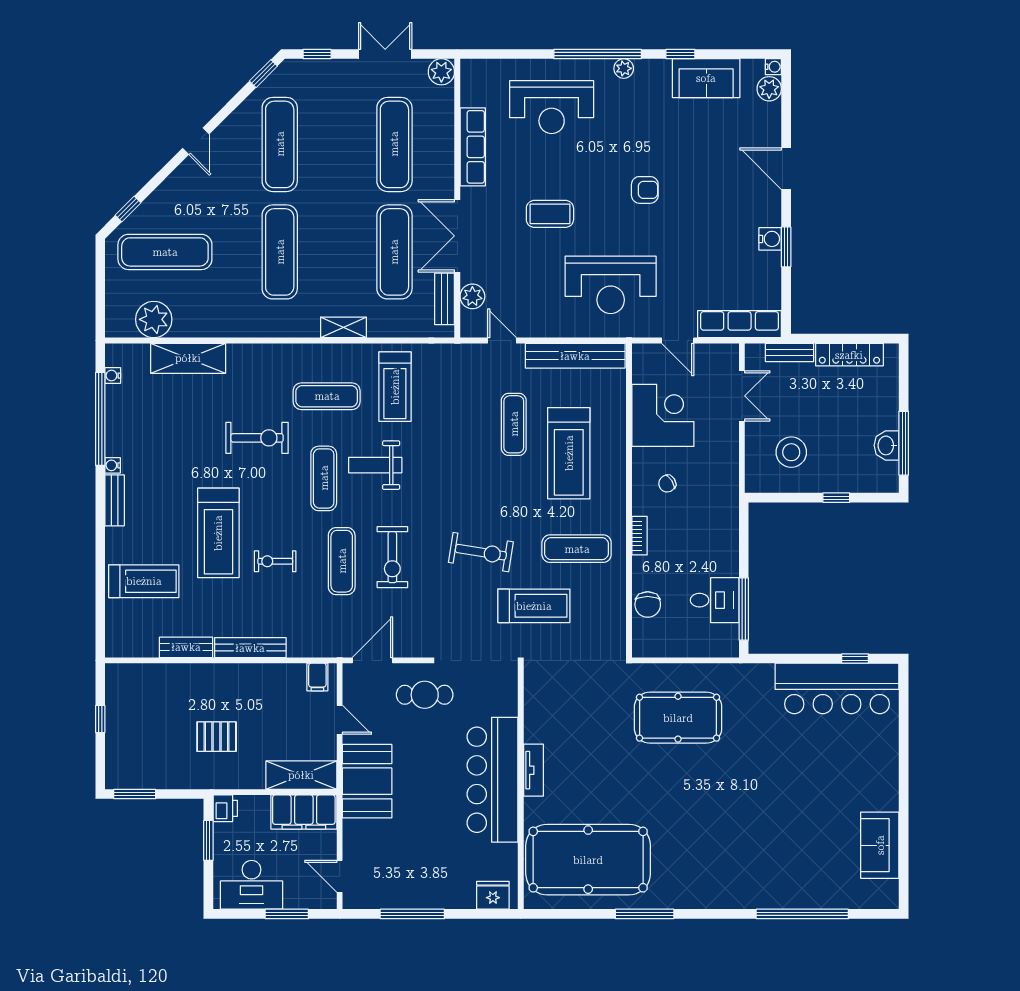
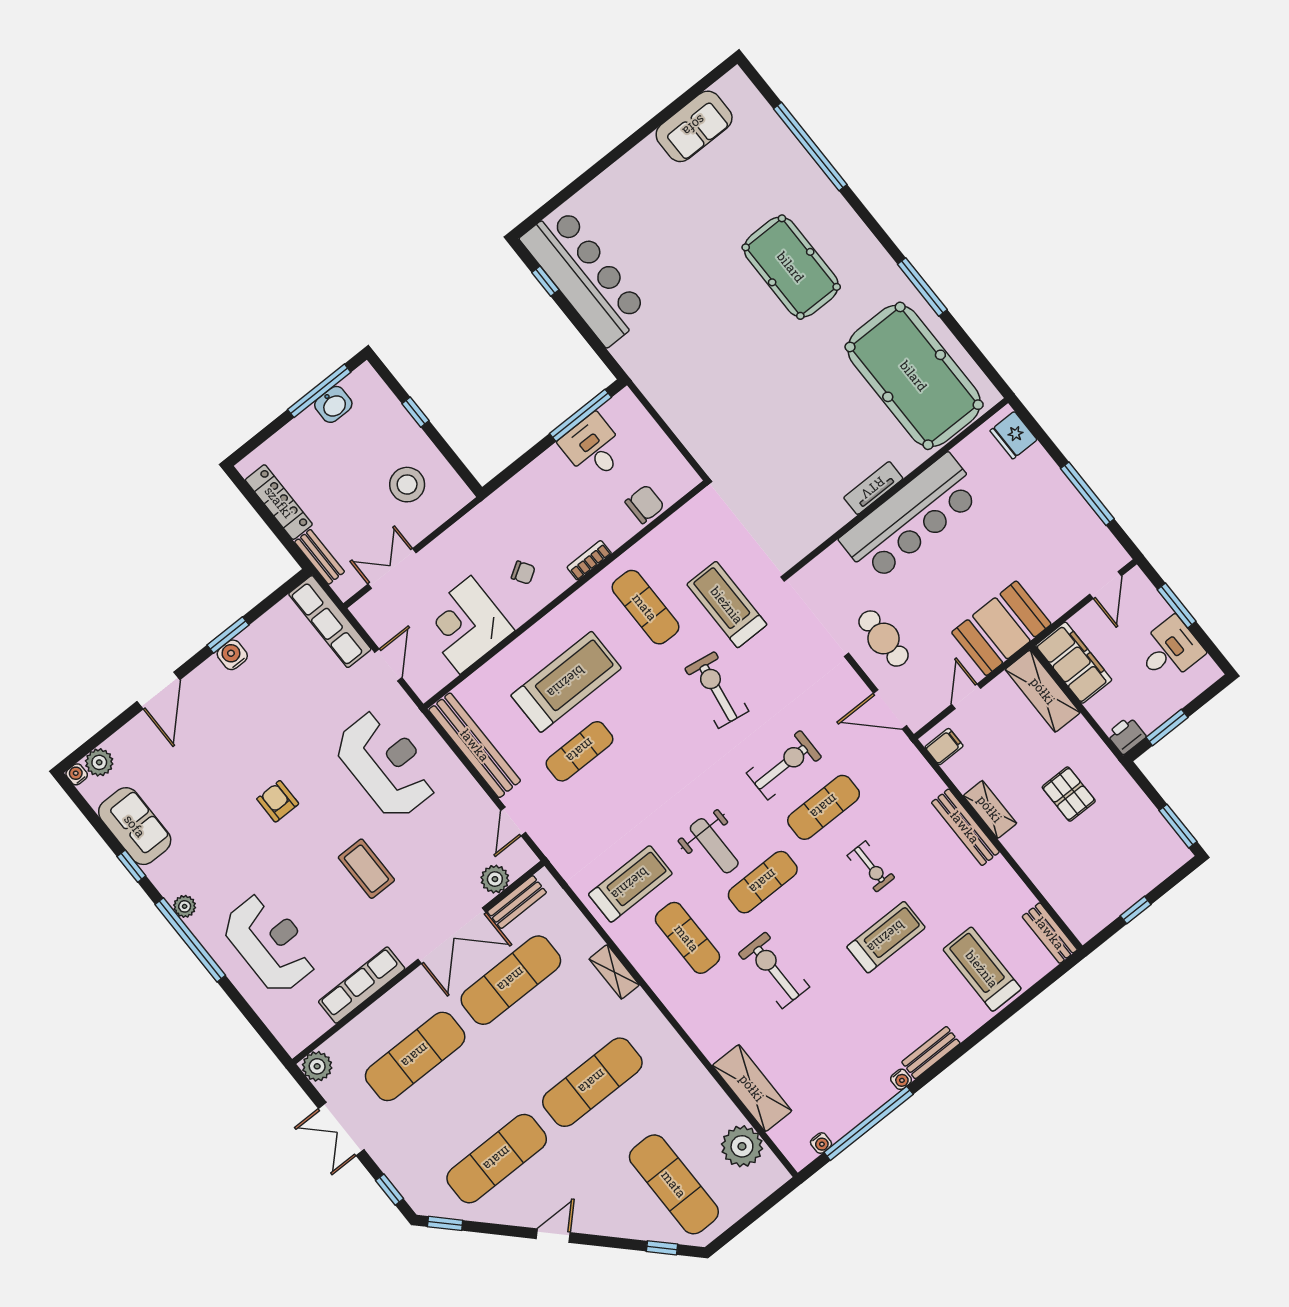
treadmill: (218, 533) -> (886, 937), width x0.73, depth x0.73
bench: (186, 647) -> (1050, 933), moved
shelving: (249, 674) -> (990, 809), added
pool table: (678, 718) -> (791, 267), moved
desk: (252, 885) -> (1170, 650), width x0.73

